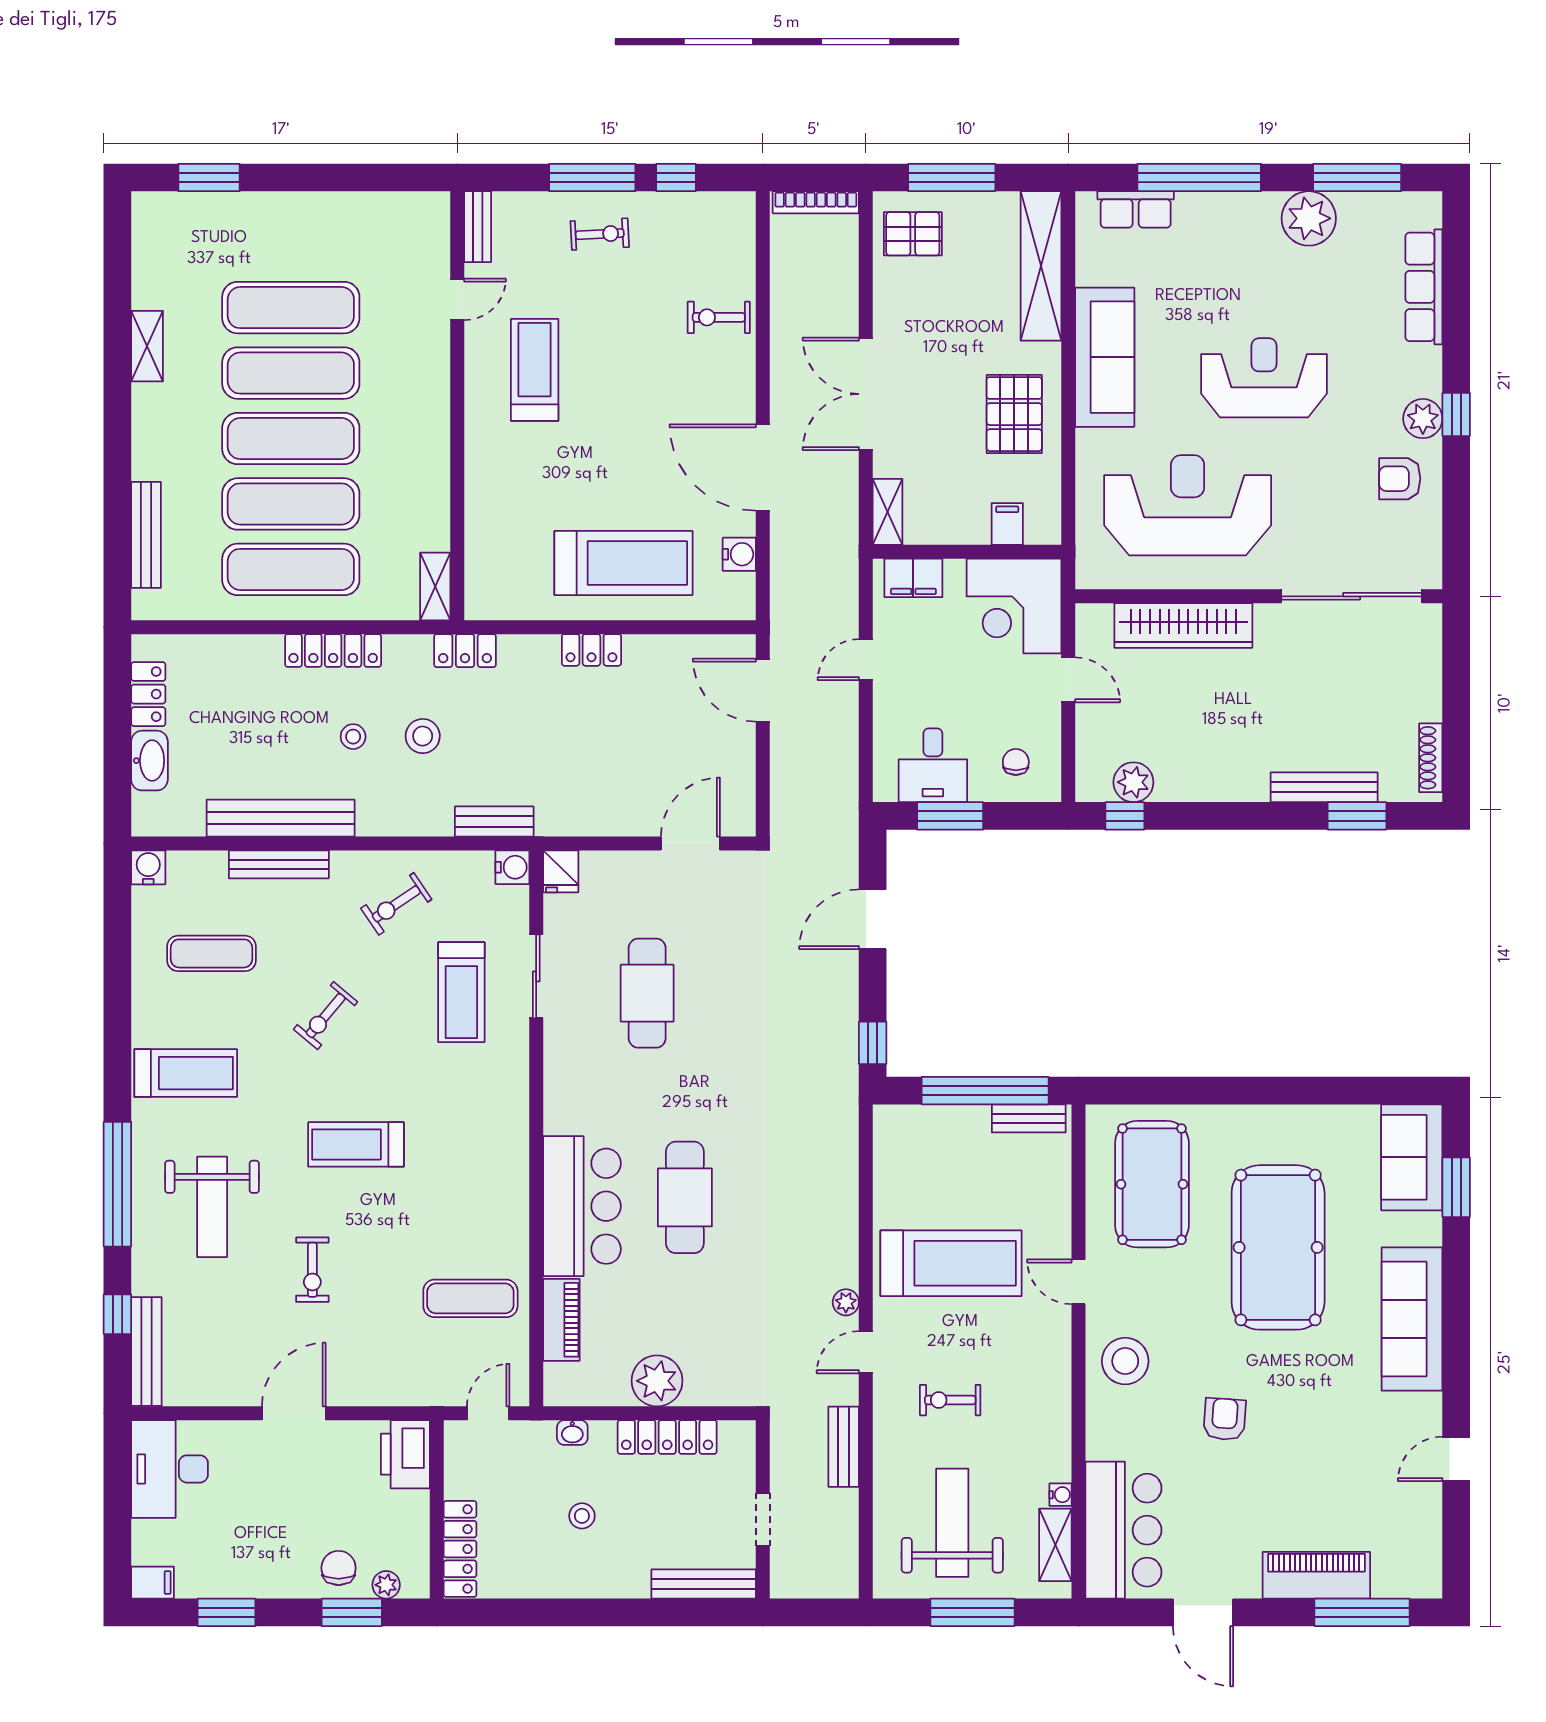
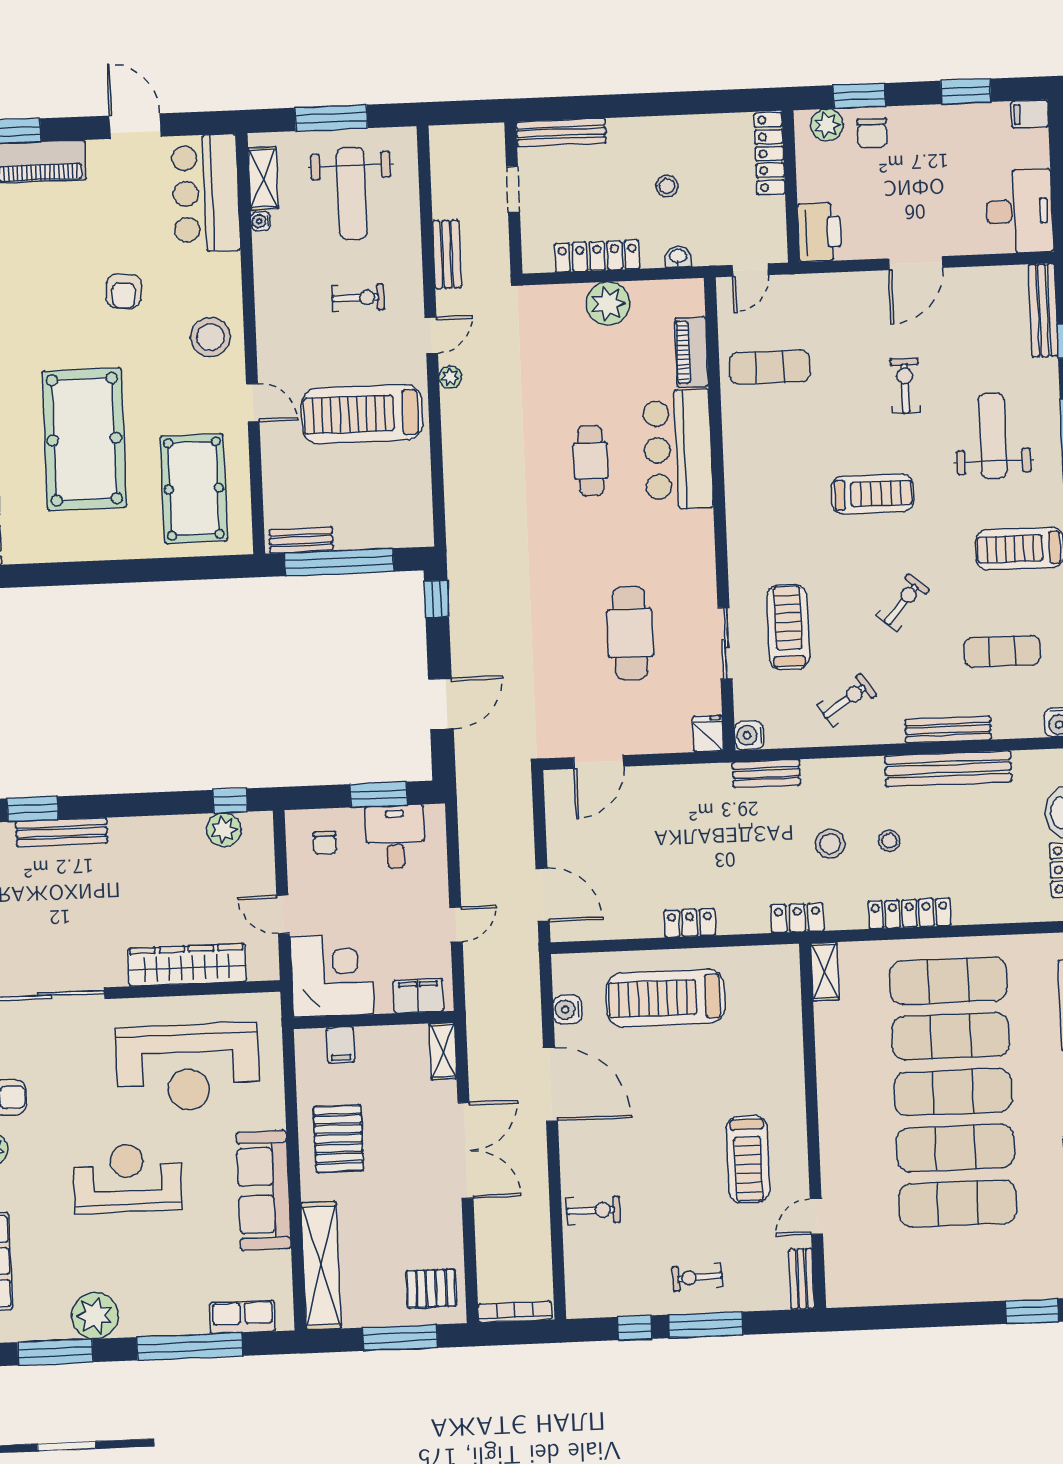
reception desk: (1264, 378) -> (127, 1178), turned 180
cafe table: (685, 1197) -> (591, 461), width x0.73, depth x0.74
plant: (386, 1585) -> (827, 125), width x1.38, depth x1.38

